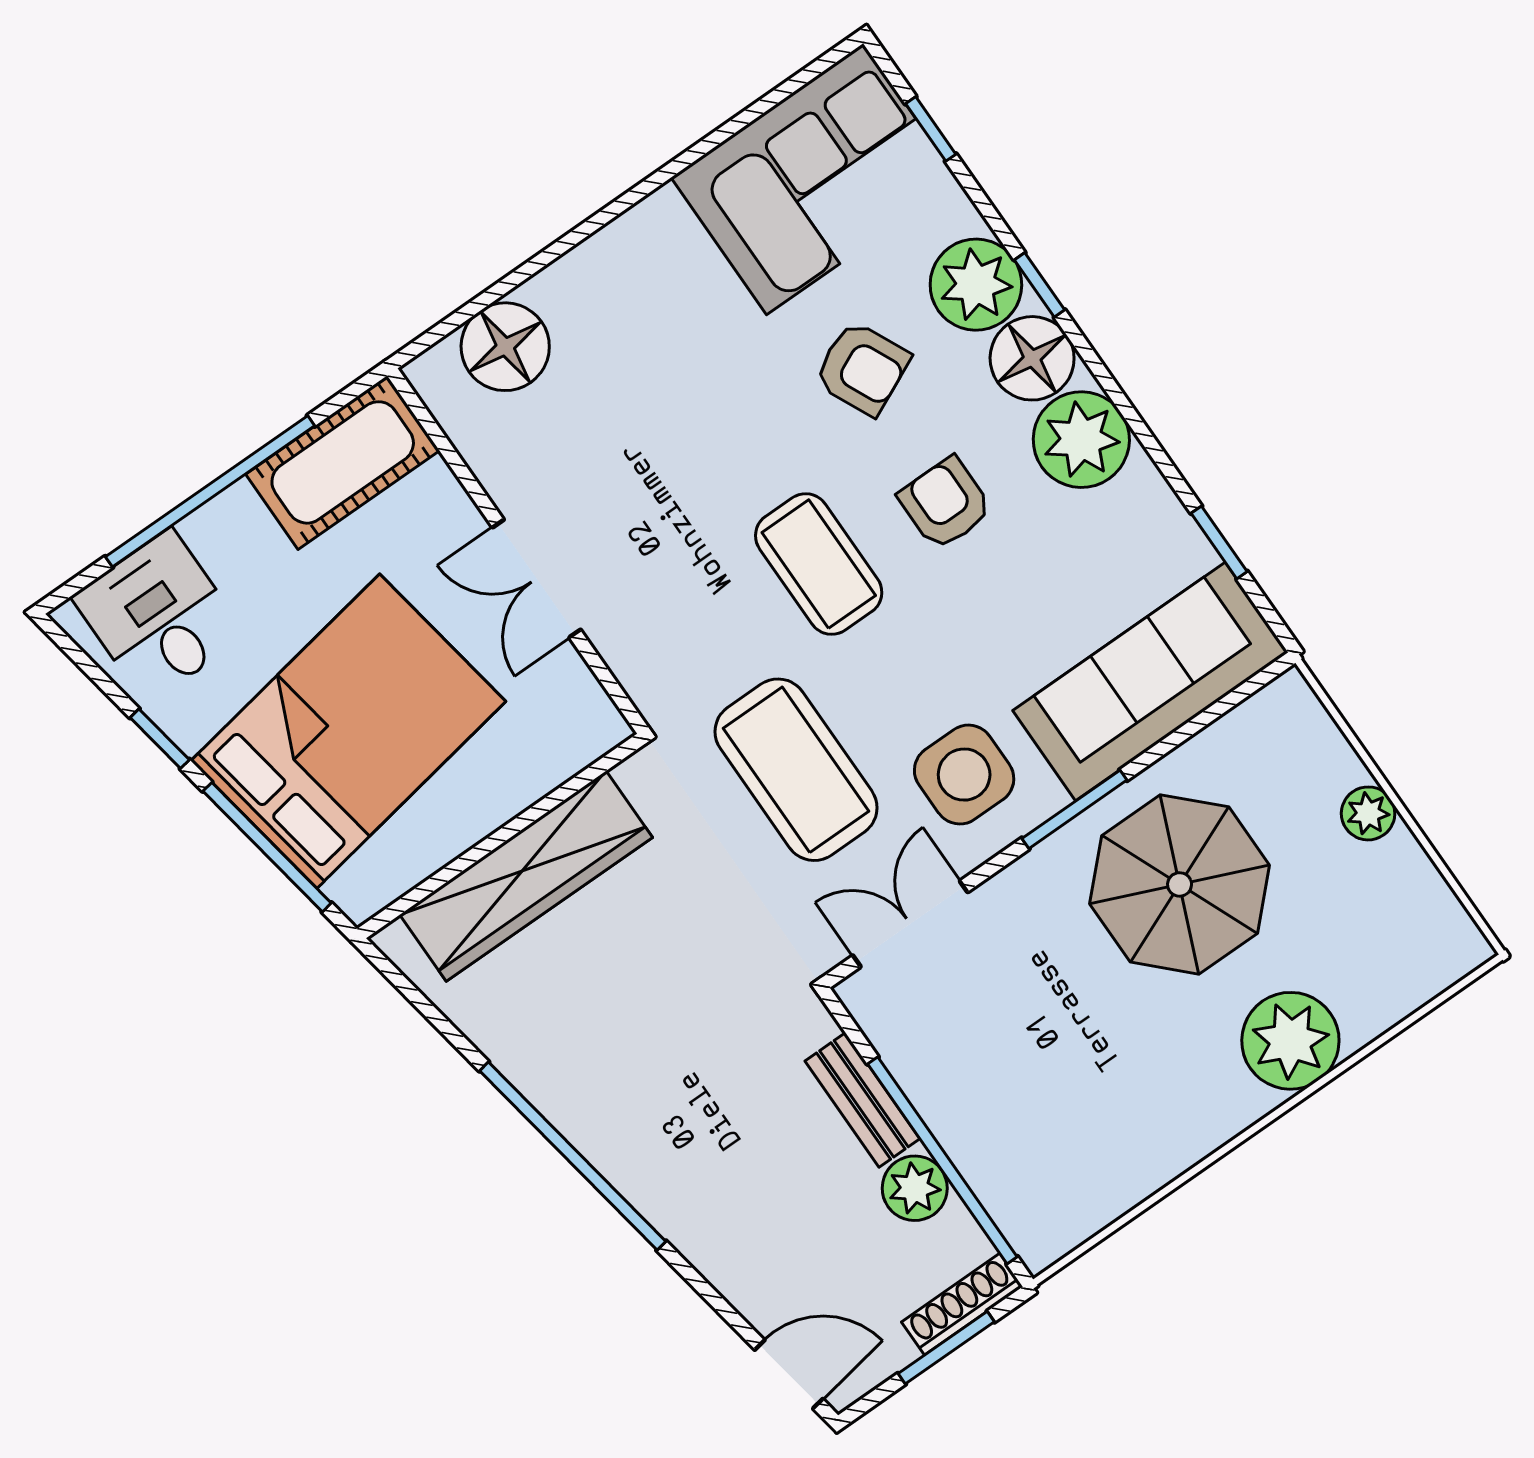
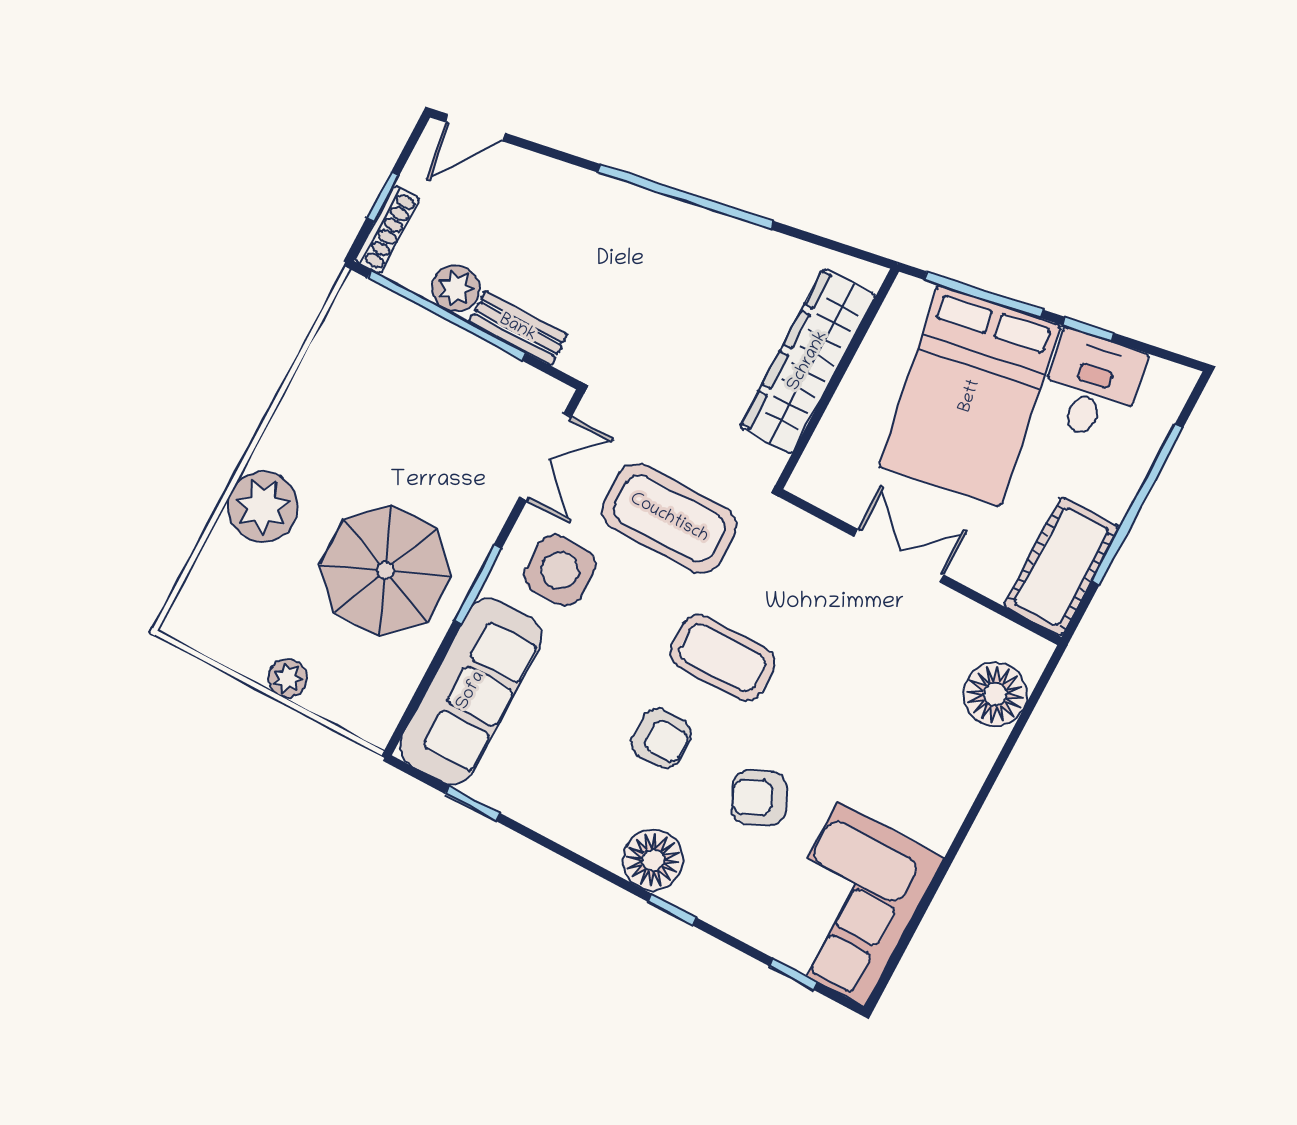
plant: (976, 285) -> (713, 889), removed
plant: (1081, 440) -> (595, 824), removed
desk: (159, 616) -> (1092, 386), moved, turned -100
window: (946, 1348) -> (383, 196), width x0.67

